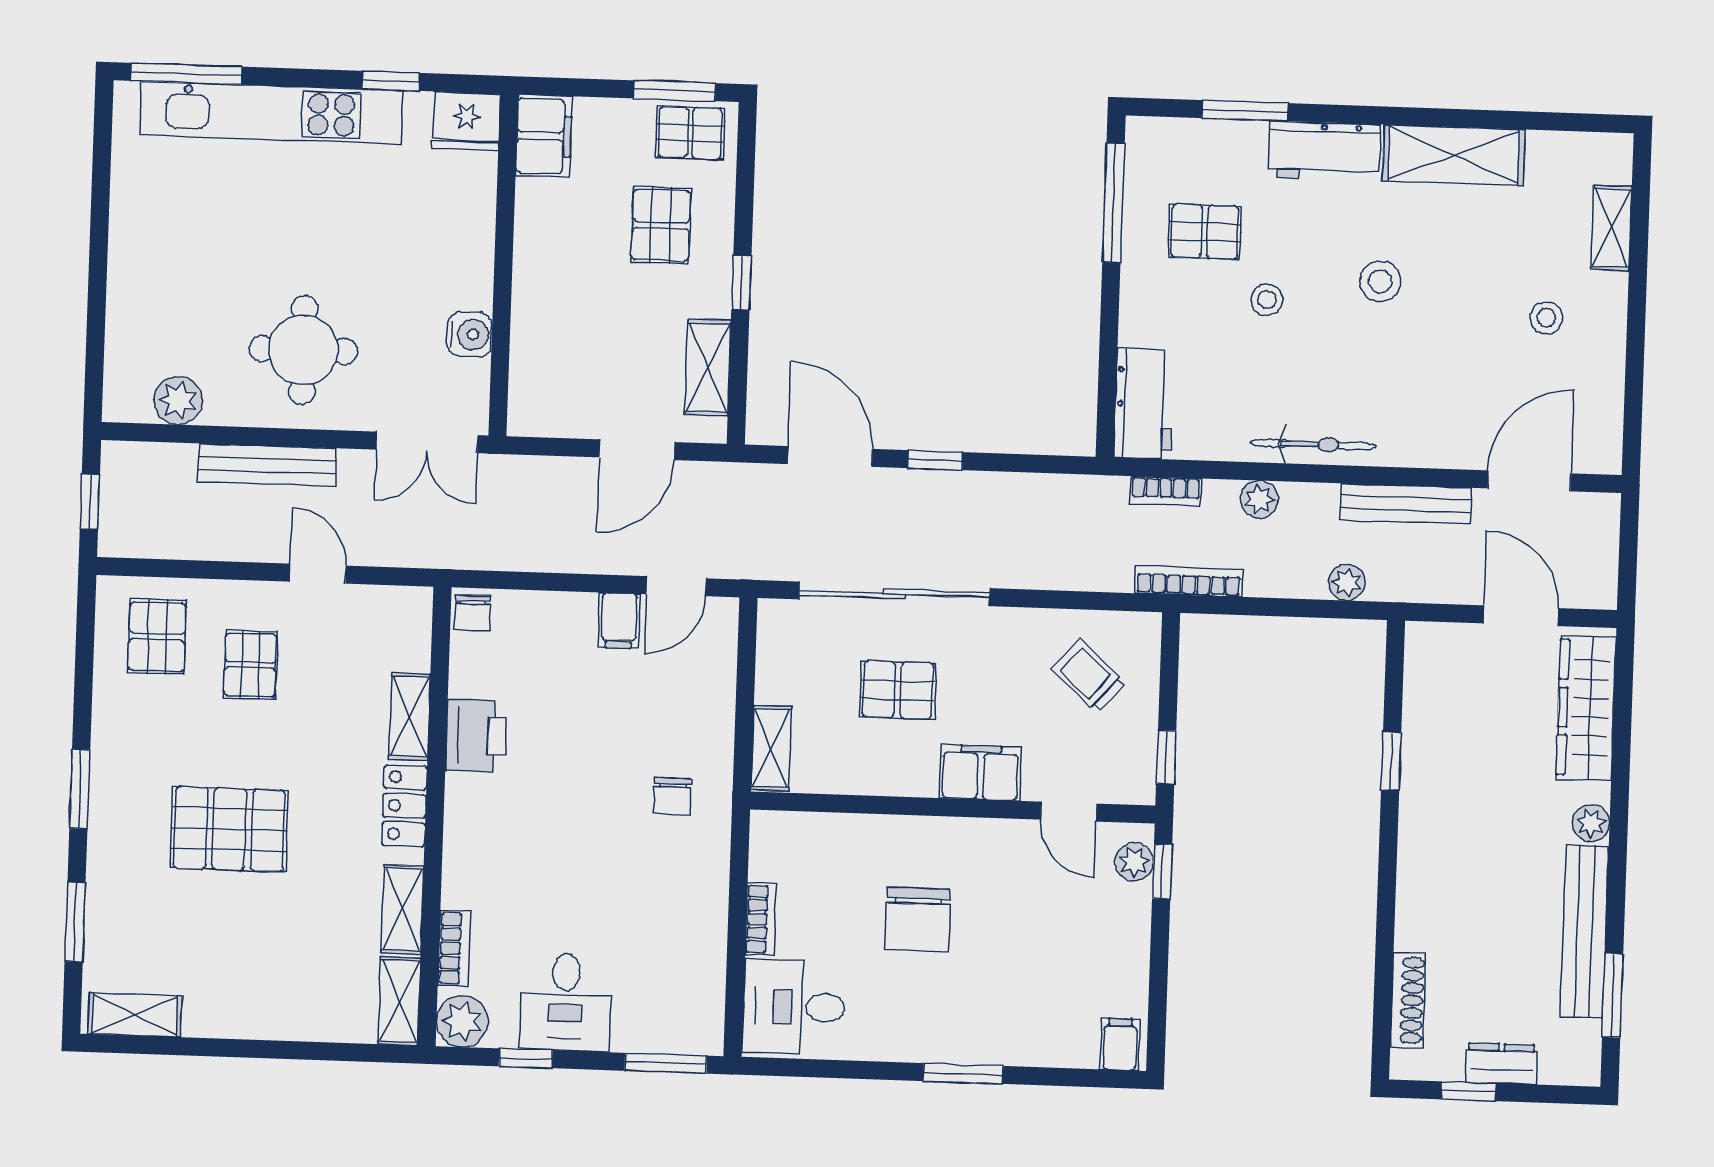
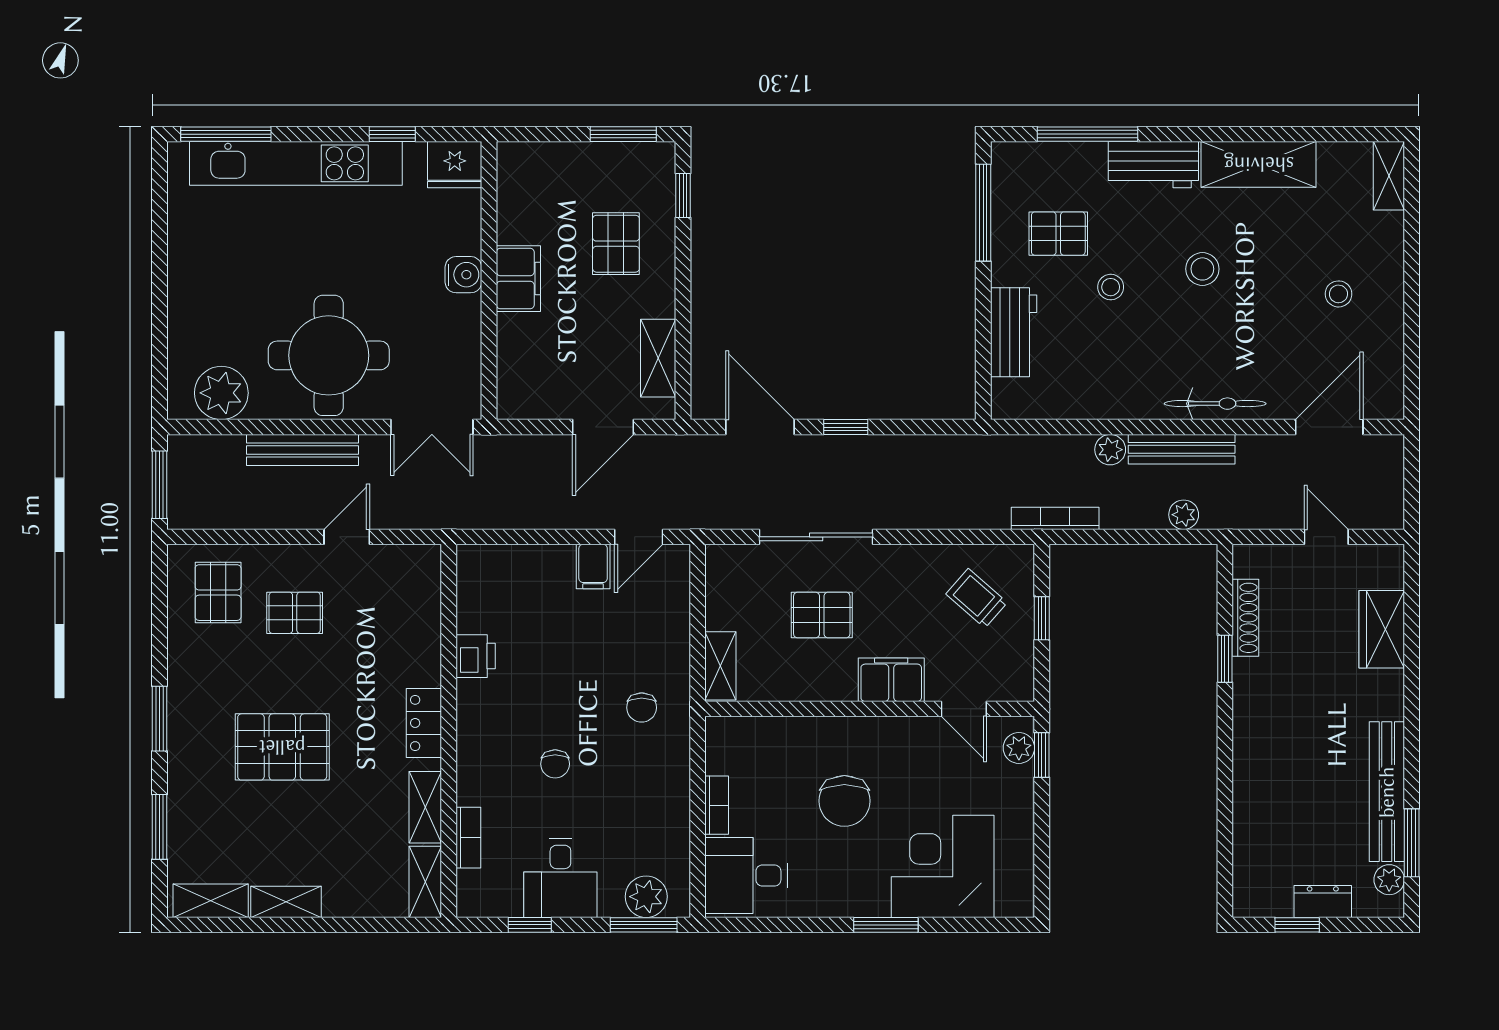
window: (1245, 111) -> (1088, 134), width x1.44
pallet: (690, 133) -> (637, 168), removed
filing cabinet: (544, 136) -> (518, 279), moved
shelving: (1611, 228) -> (1389, 176), moved
window: (741, 283) -> (683, 196), moved
water cooler: (470, 335) -> (463, 275), moved
round table: (303, 350) -> (329, 355), width x1.36, depth x1.36
plant: (178, 401) -> (221, 393), width x1.36, depth x1.36
workbench: (1144, 404) -> (1014, 332), moved
bicycle: (1313, 445) -> (1215, 404), moved
bookcase: (1166, 491) -> (1034, 446), removed
window: (90, 502) -> (159, 485), width x1.50
bench: (1406, 504) -> (1182, 449), moved
door: (318, 574) -> (347, 537), hinge flipped
sliding door: (894, 594) -> (816, 537), width x0.73
chair: (472, 613) -> (555, 764), moved
door: (1521, 616) -> (1326, 537), width x0.73
pallet: (250, 665) -> (295, 613), turned 90
wardrobe: (1586, 708) -> (1382, 629), width x0.67
shelving: (410, 716) -> (286, 902), moved, turned 90
printer: (476, 736) -> (476, 656), width x0.73, depth x0.81
window: (1166, 757) -> (1042, 618), moved
plant: (1591, 823) -> (1389, 880), moved
shoe rack: (1408, 1000) -> (1245, 618), moved
corner desk: (1035, 1004) -> (943, 866), added
plant: (462, 1021) -> (646, 897), moved
filing cabinet: (1120, 1044) -> (1012, 897), removed

